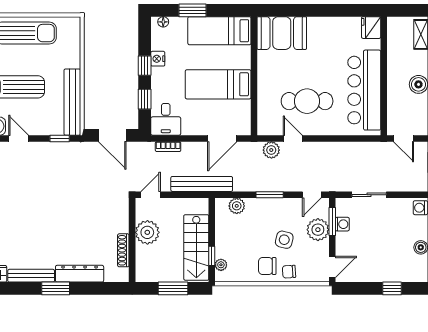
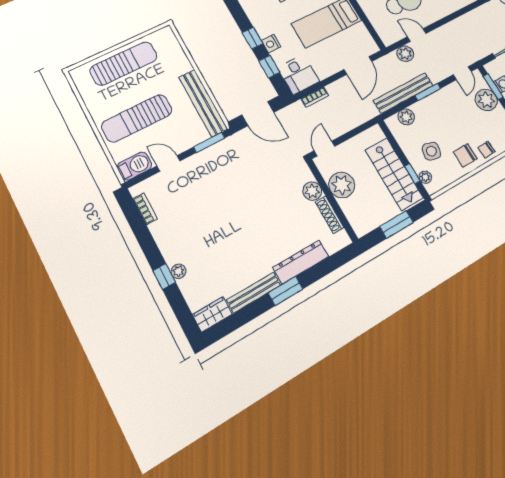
nightstand: (158, 59) -> (271, 44), moved
window: (60, 138) -> (209, 142), width x1.50
bench: (202, 184) -> (403, 93), moved
plant: (120, 224) -> (312, 191), added
side table: (284, 240) -> (431, 151), moved

